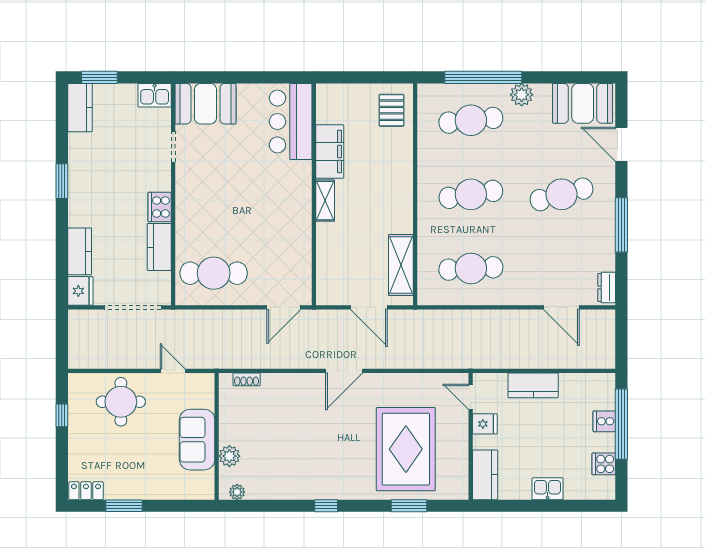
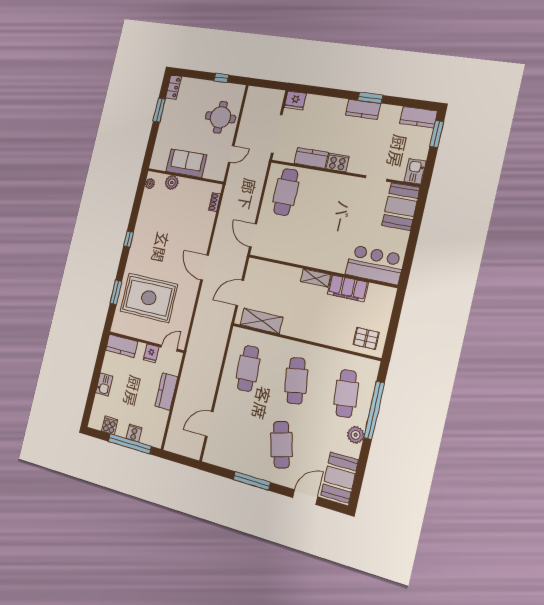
kitchen counter: (80, 251) -> (363, 109), moved
dresser: (607, 288) -> (214, 459), removed

